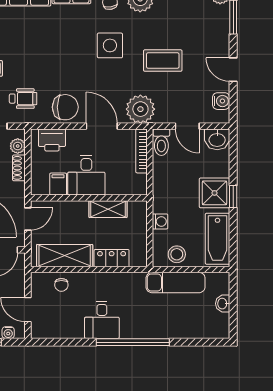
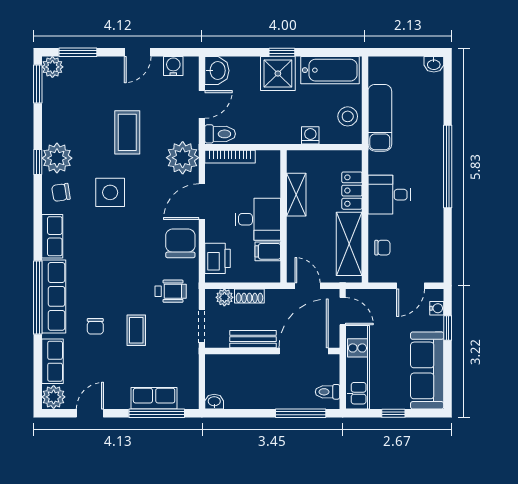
wheelchair: (23, 99) -> (171, 291), turned 90
washbasin: (223, 304) -> (434, 64), moved
desk: (102, 320) -> (389, 195), moved, turned 180

